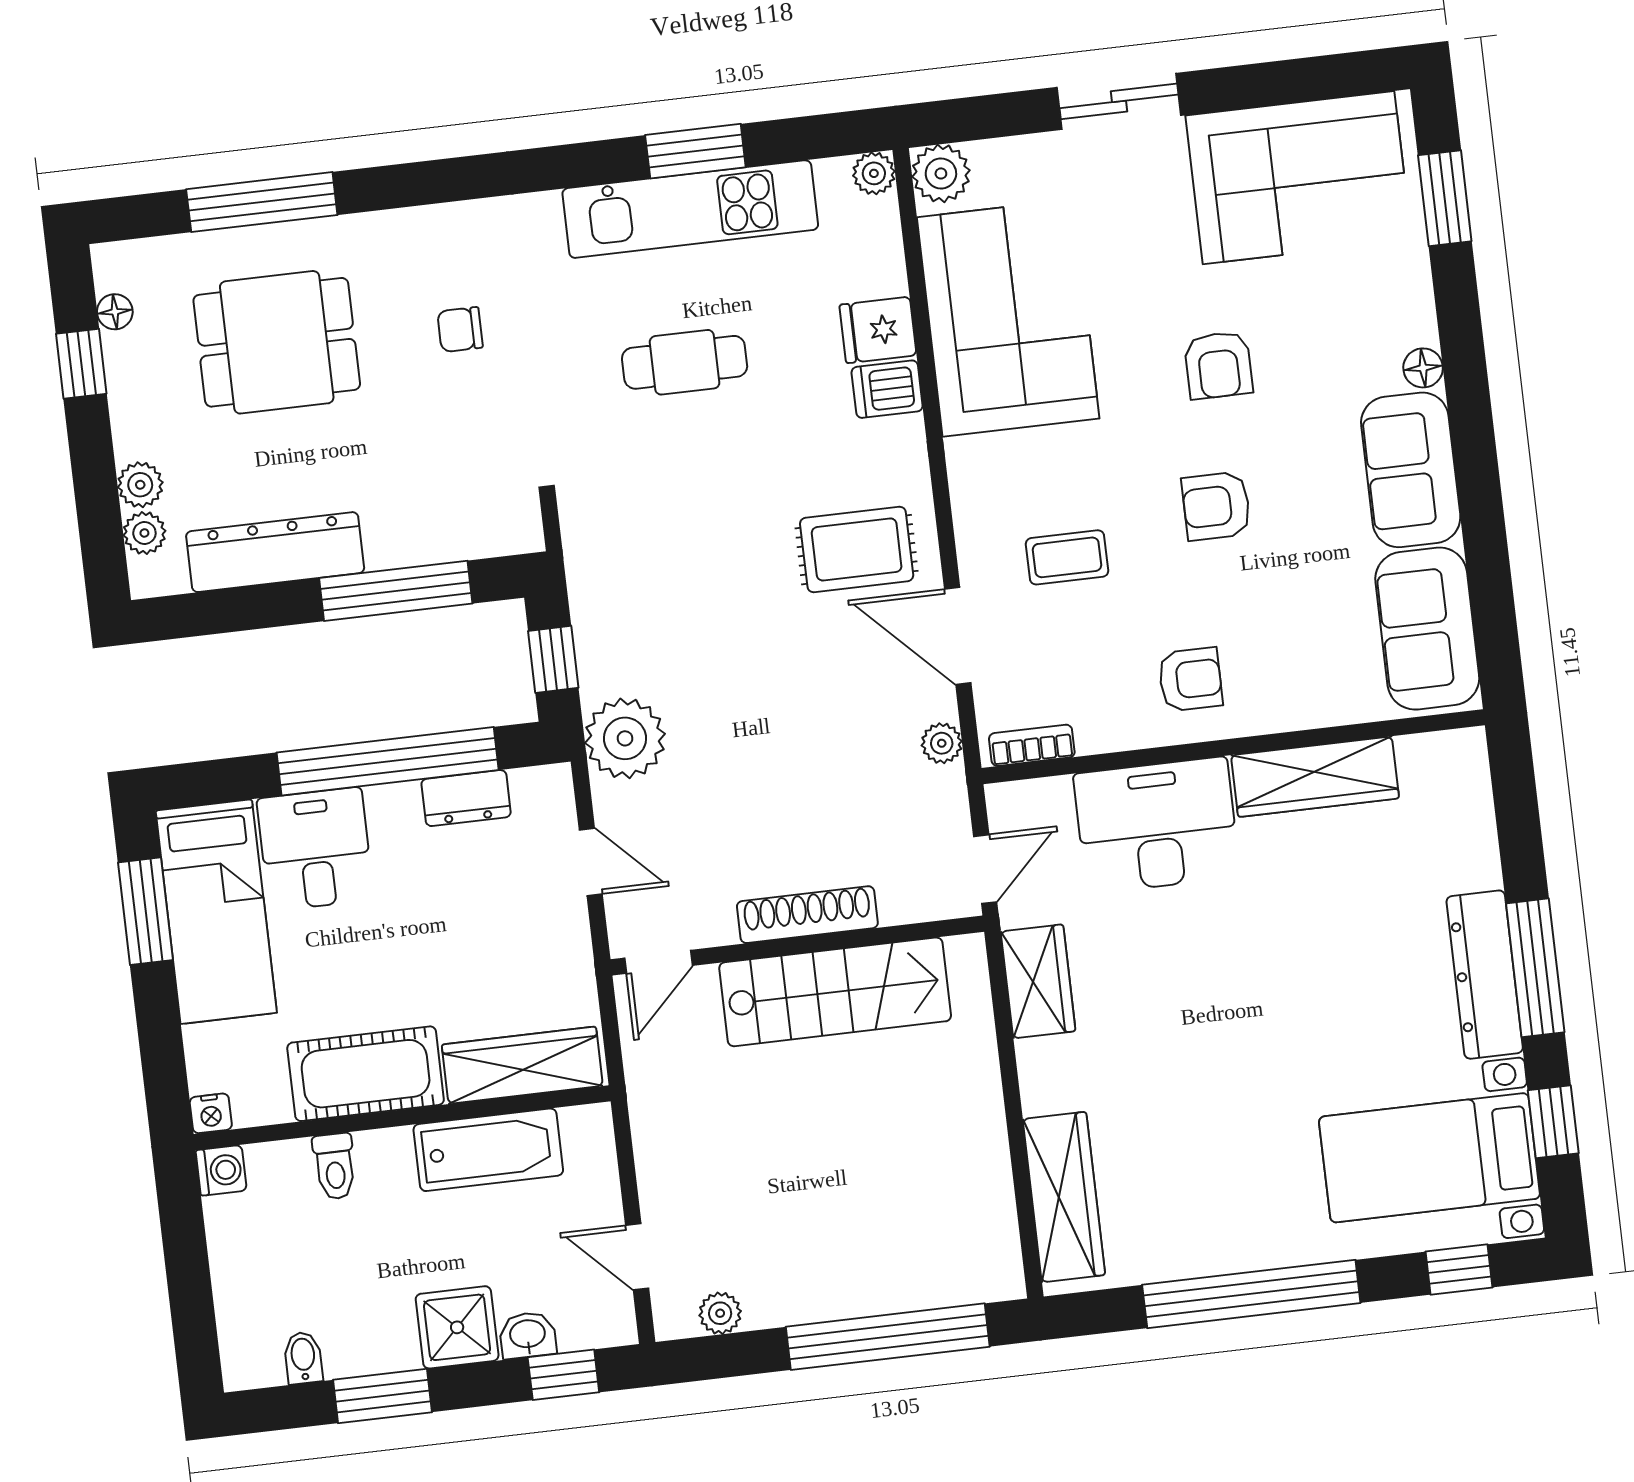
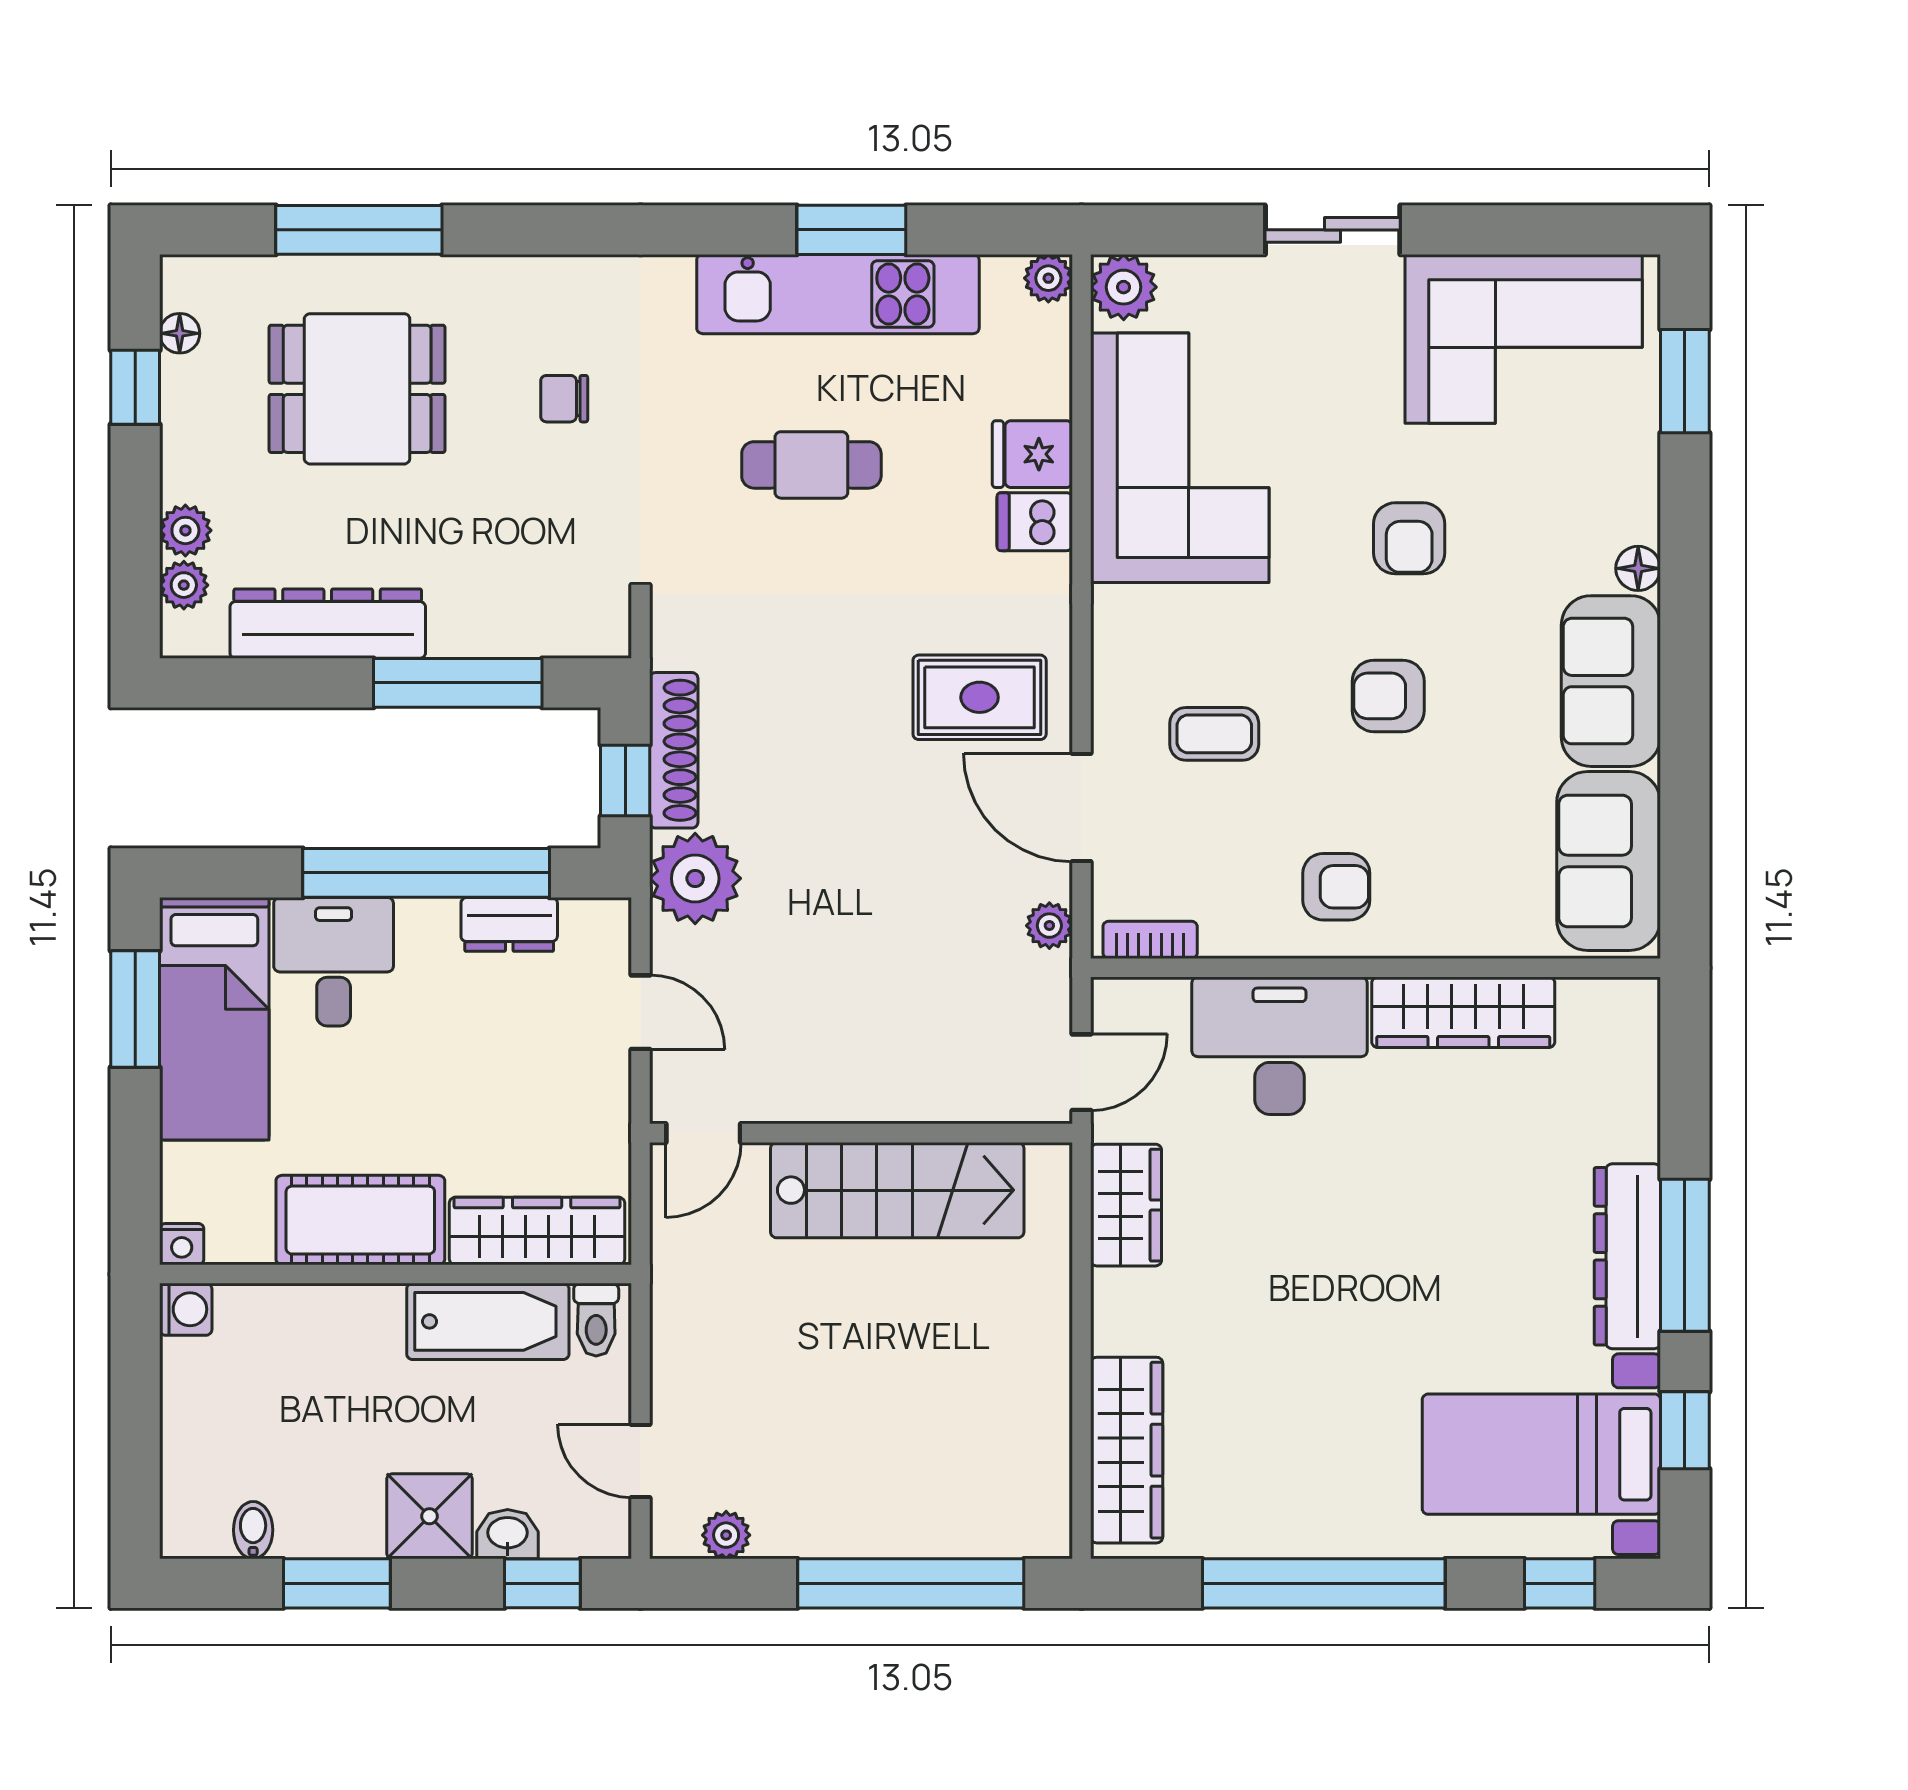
shoe rack: (807, 915) -> (674, 750), moved, turned 90
toilet: (335, 1166) -> (596, 1320), moved

